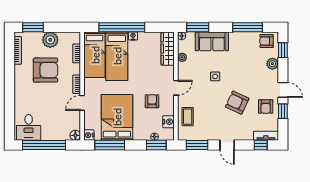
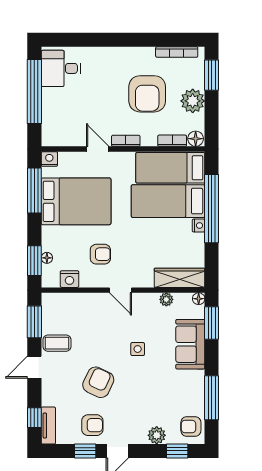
armchair: (267, 41) -> (191, 427), turned -90
armchair: (266, 107) -> (92, 425), turned 180
coffee table: (188, 117) -> (57, 343), moved
floor lamp: (75, 135) -> (196, 139), moved

